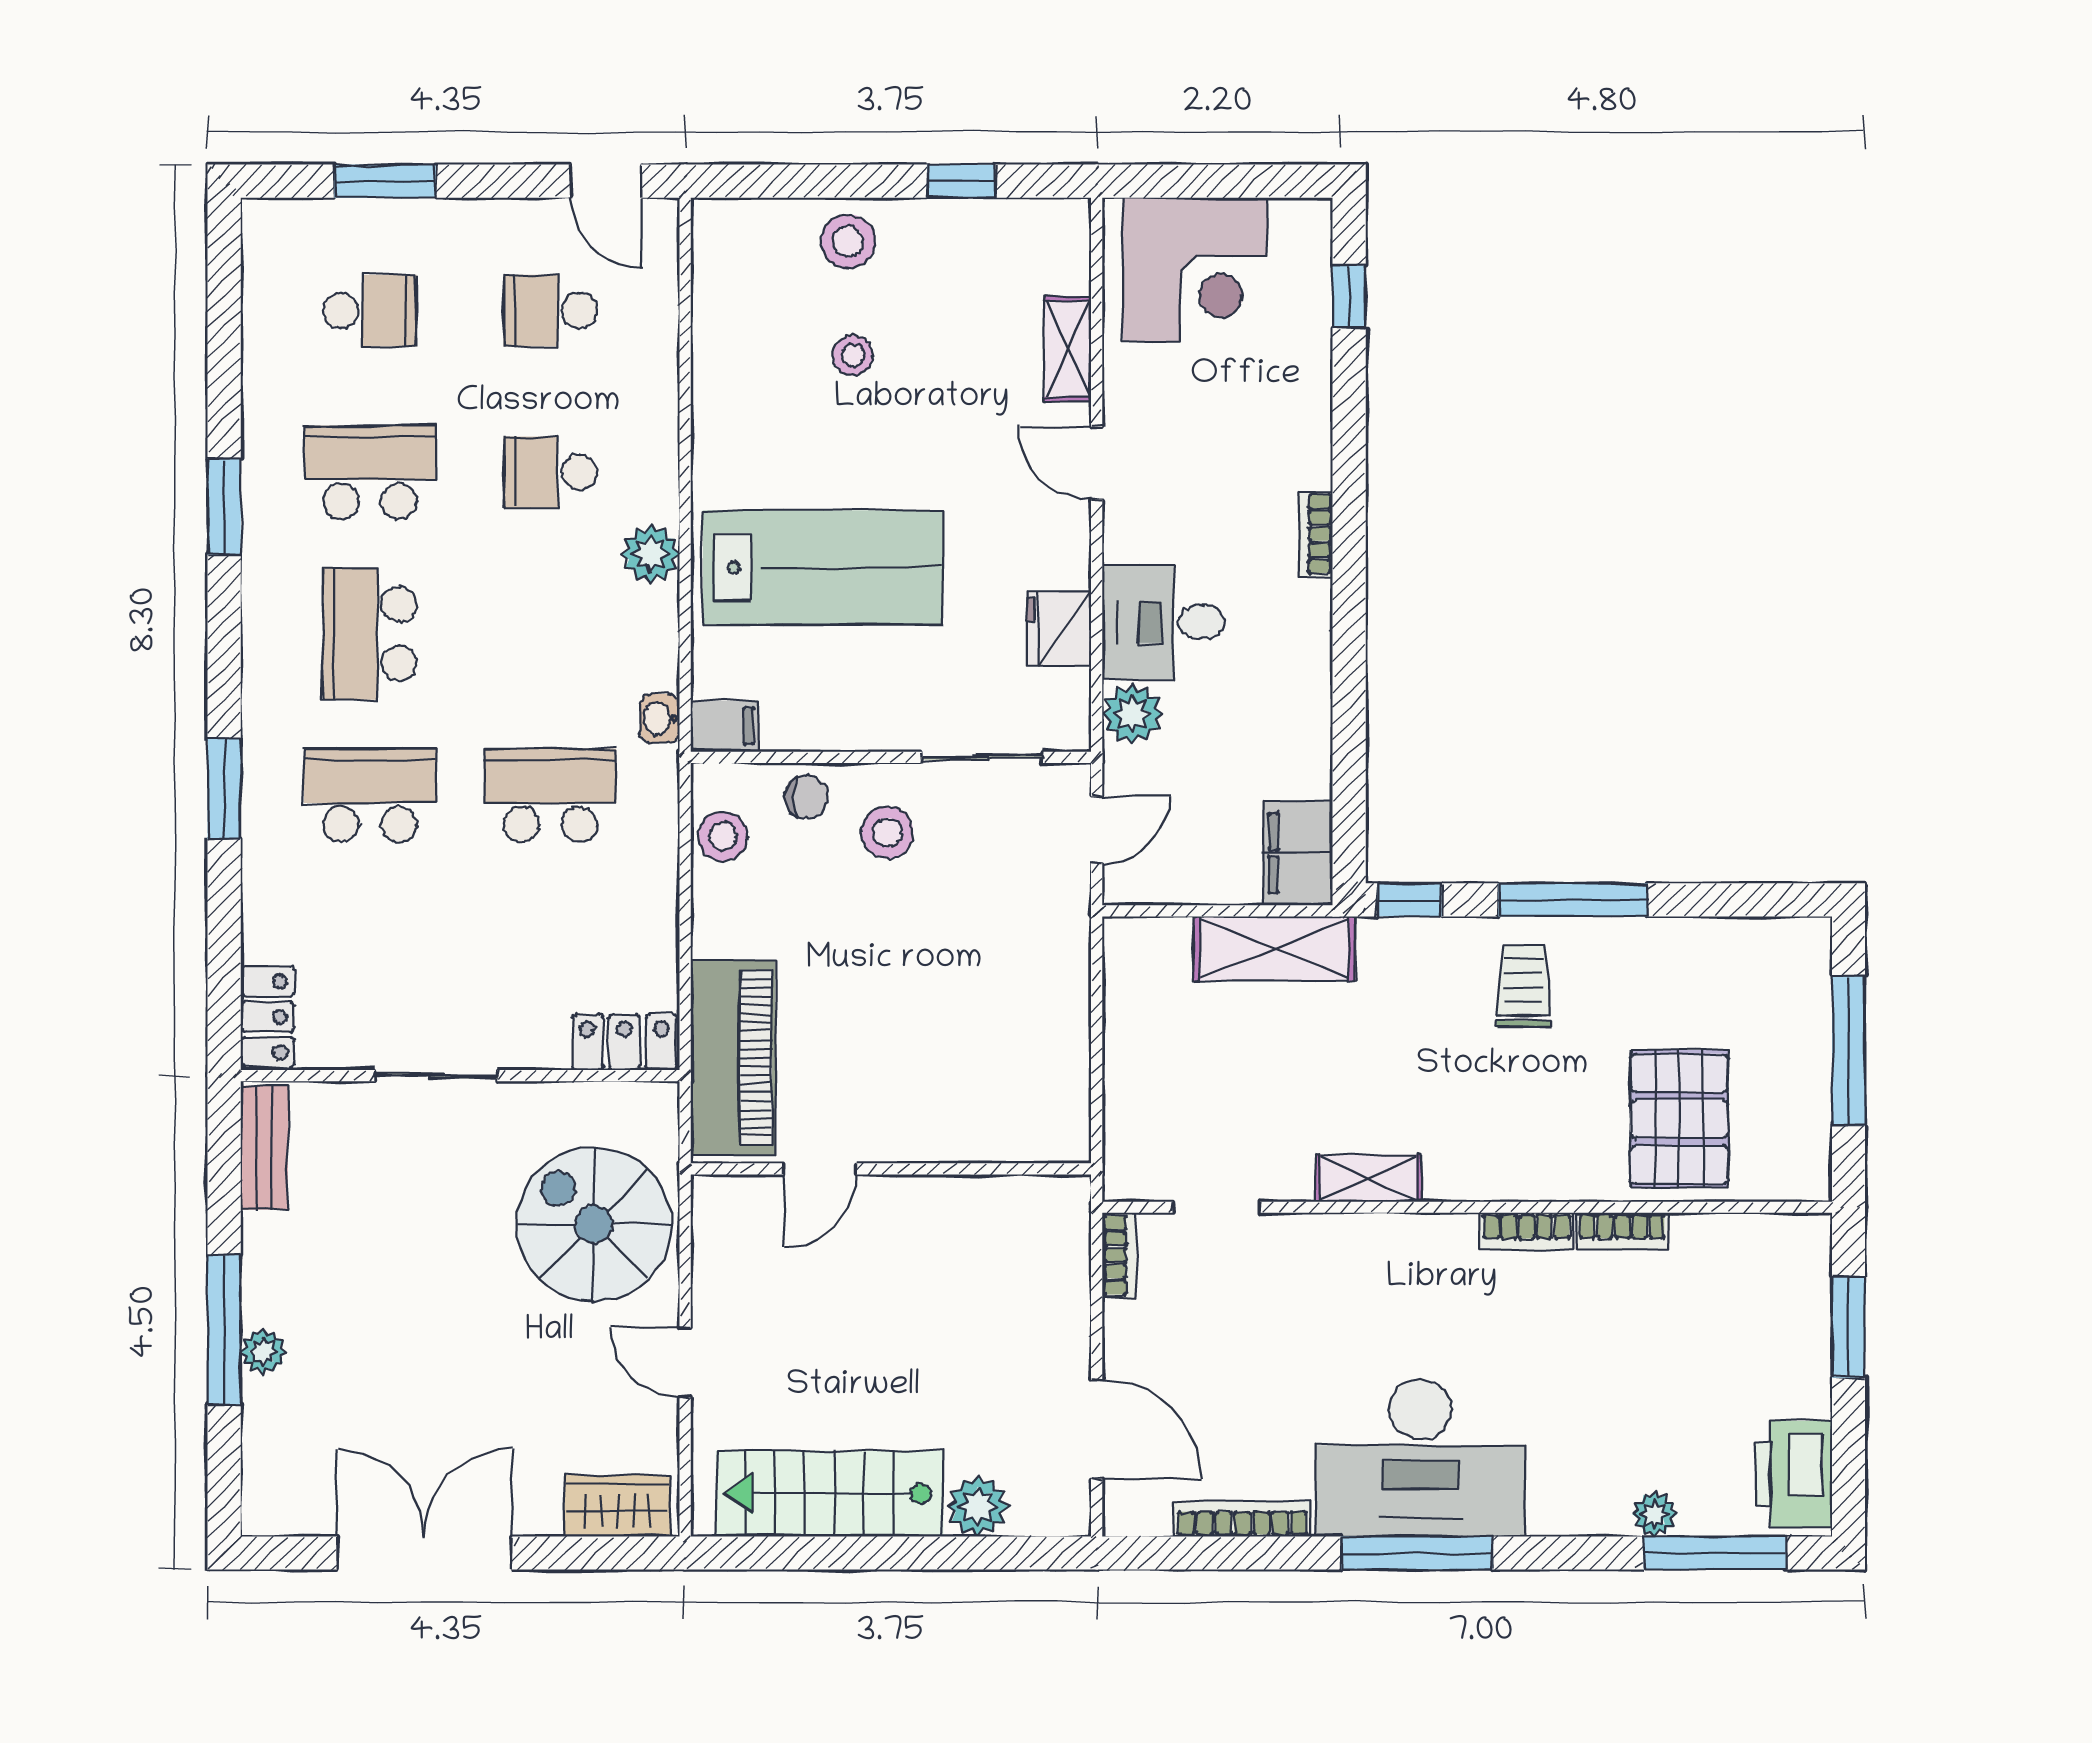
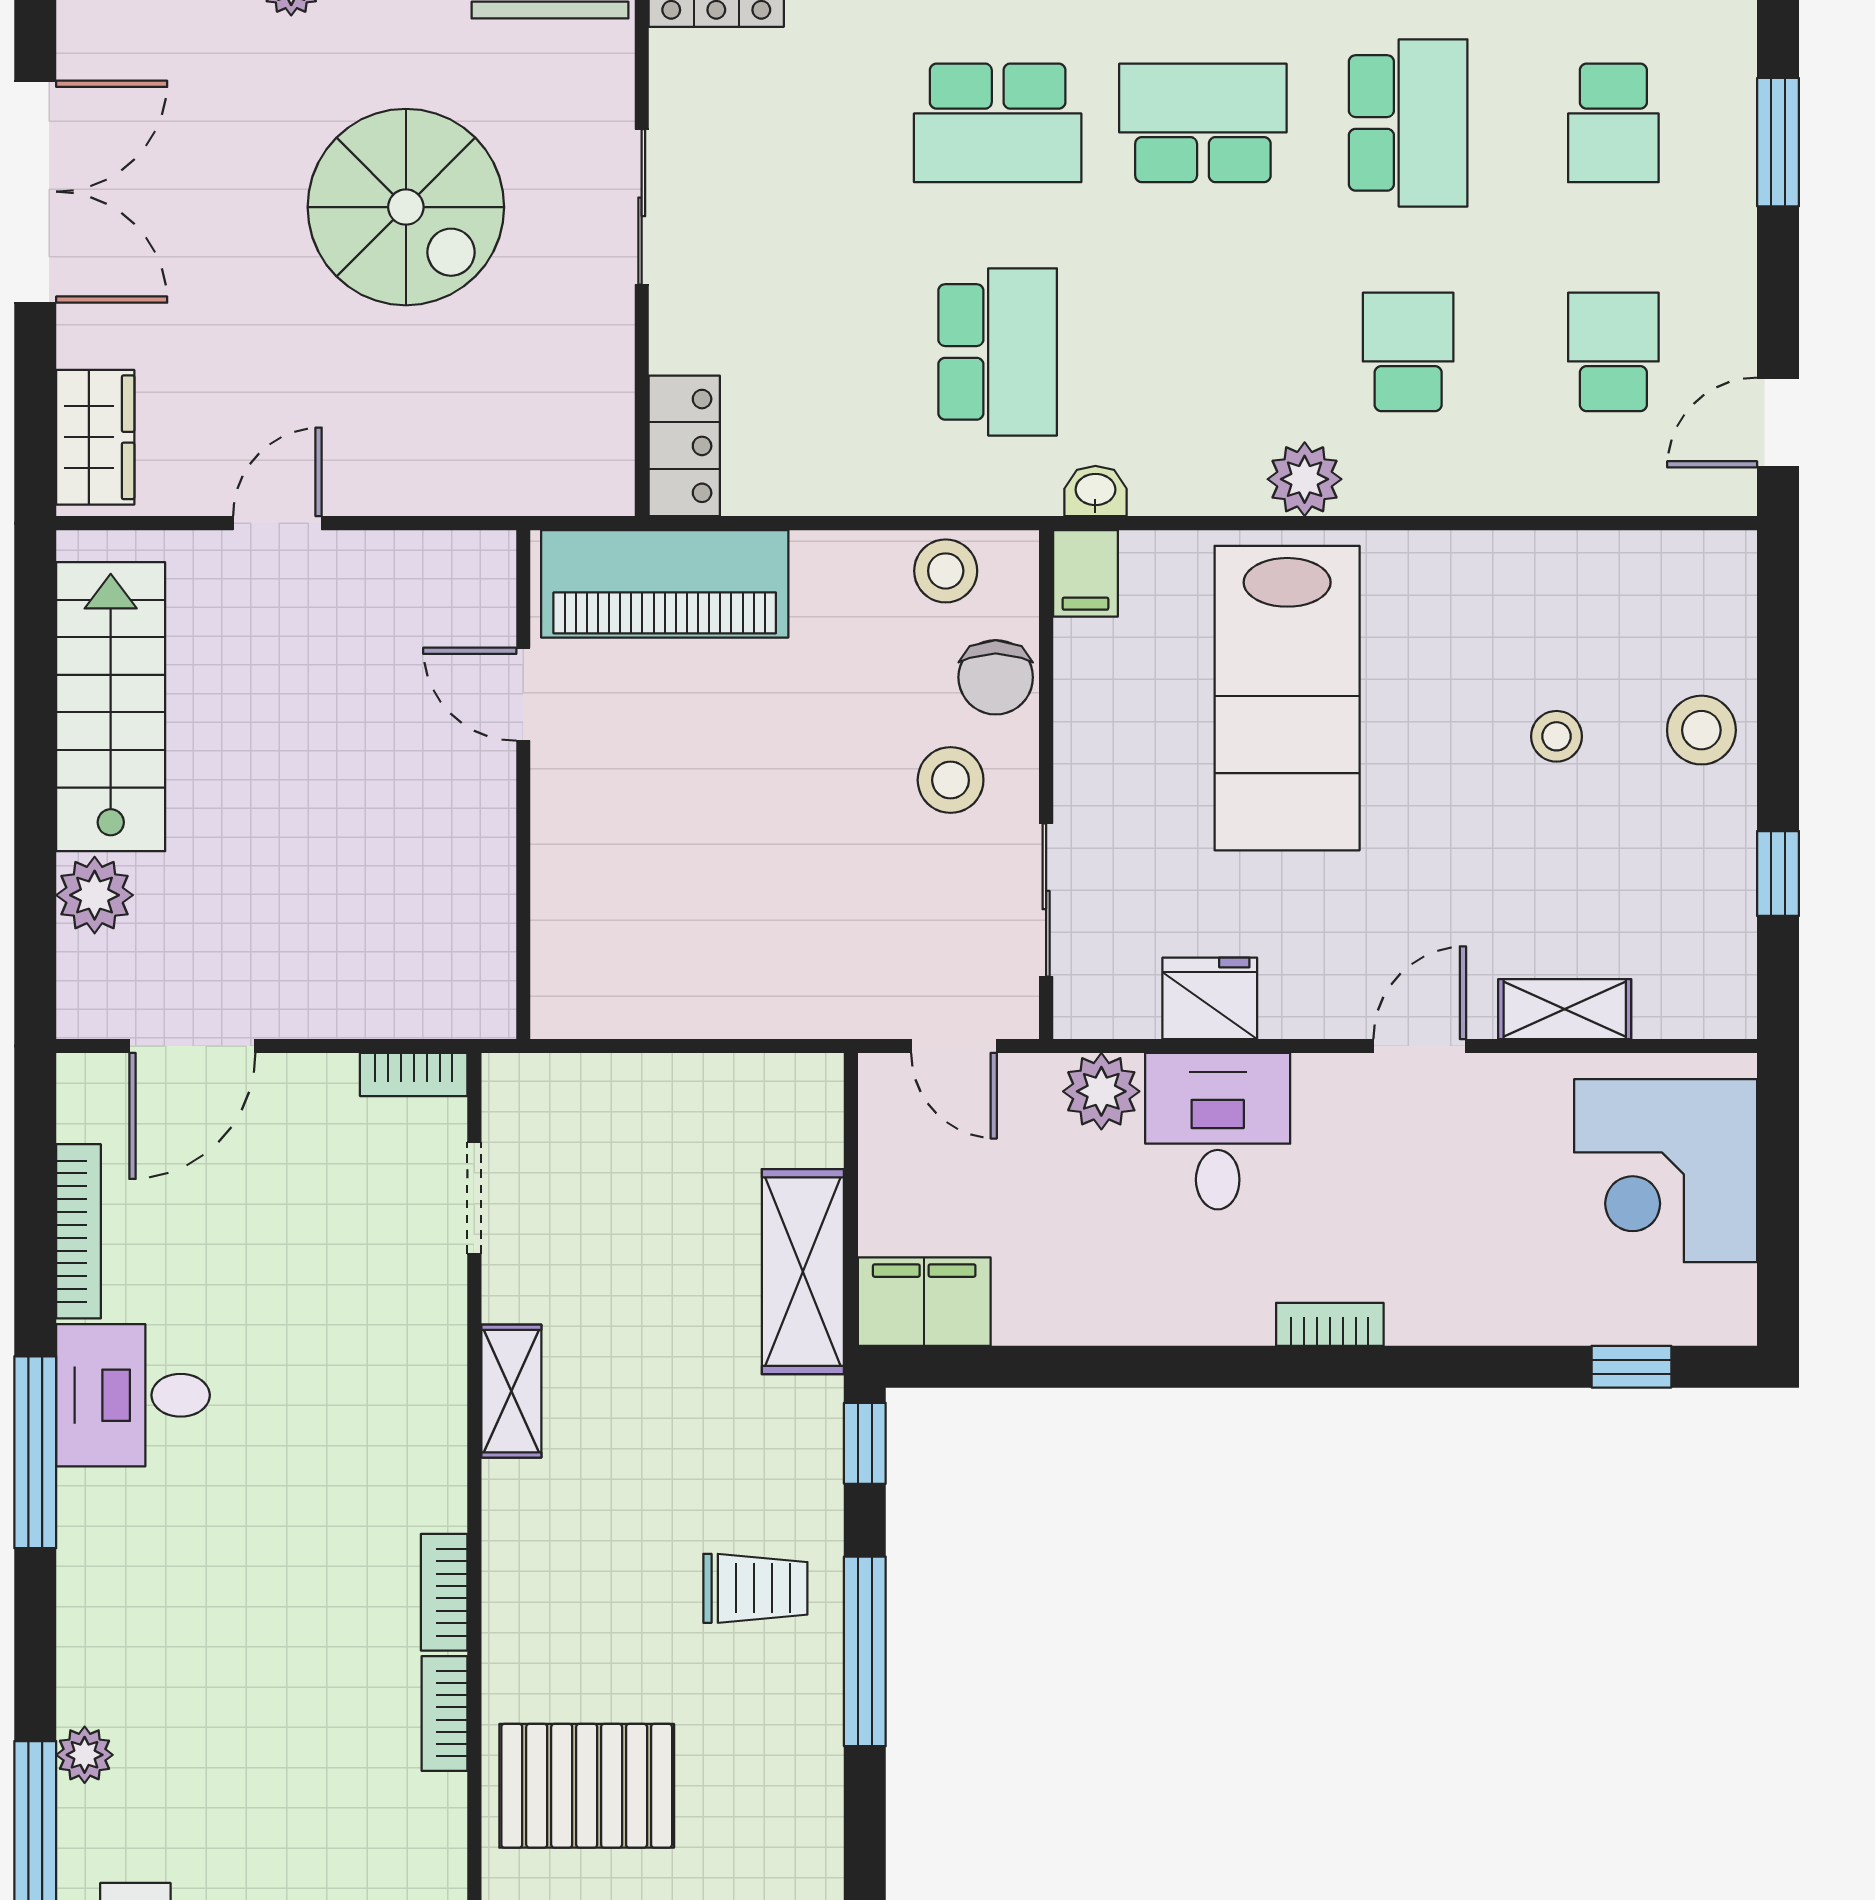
school desk: (370, 795) -> (998, 123), turned 90
chair: (806, 797) -> (996, 677), width x1.37, depth x1.37
spiral stairs: (594, 1224) -> (406, 207), moved, turned 90
desk: (1421, 1458) -> (133, 1395), width x0.53, depth x0.77

